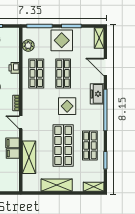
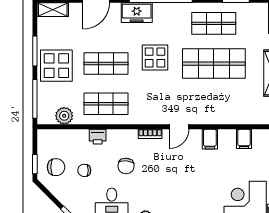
filing cabinet: (13, 154) -> (244, 139), moved
shelving: (29, 157) -> (231, 115), removed

